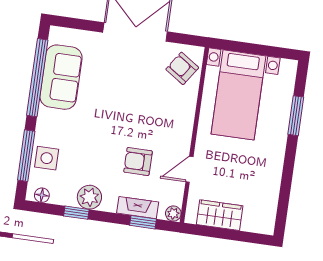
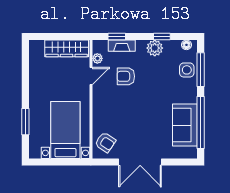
armchair: (138, 161) -> (126, 76), turned 180
plant: (173, 214) -> (97, 58), moved
wardrobe: (220, 215) -> (67, 48), width x1.50

